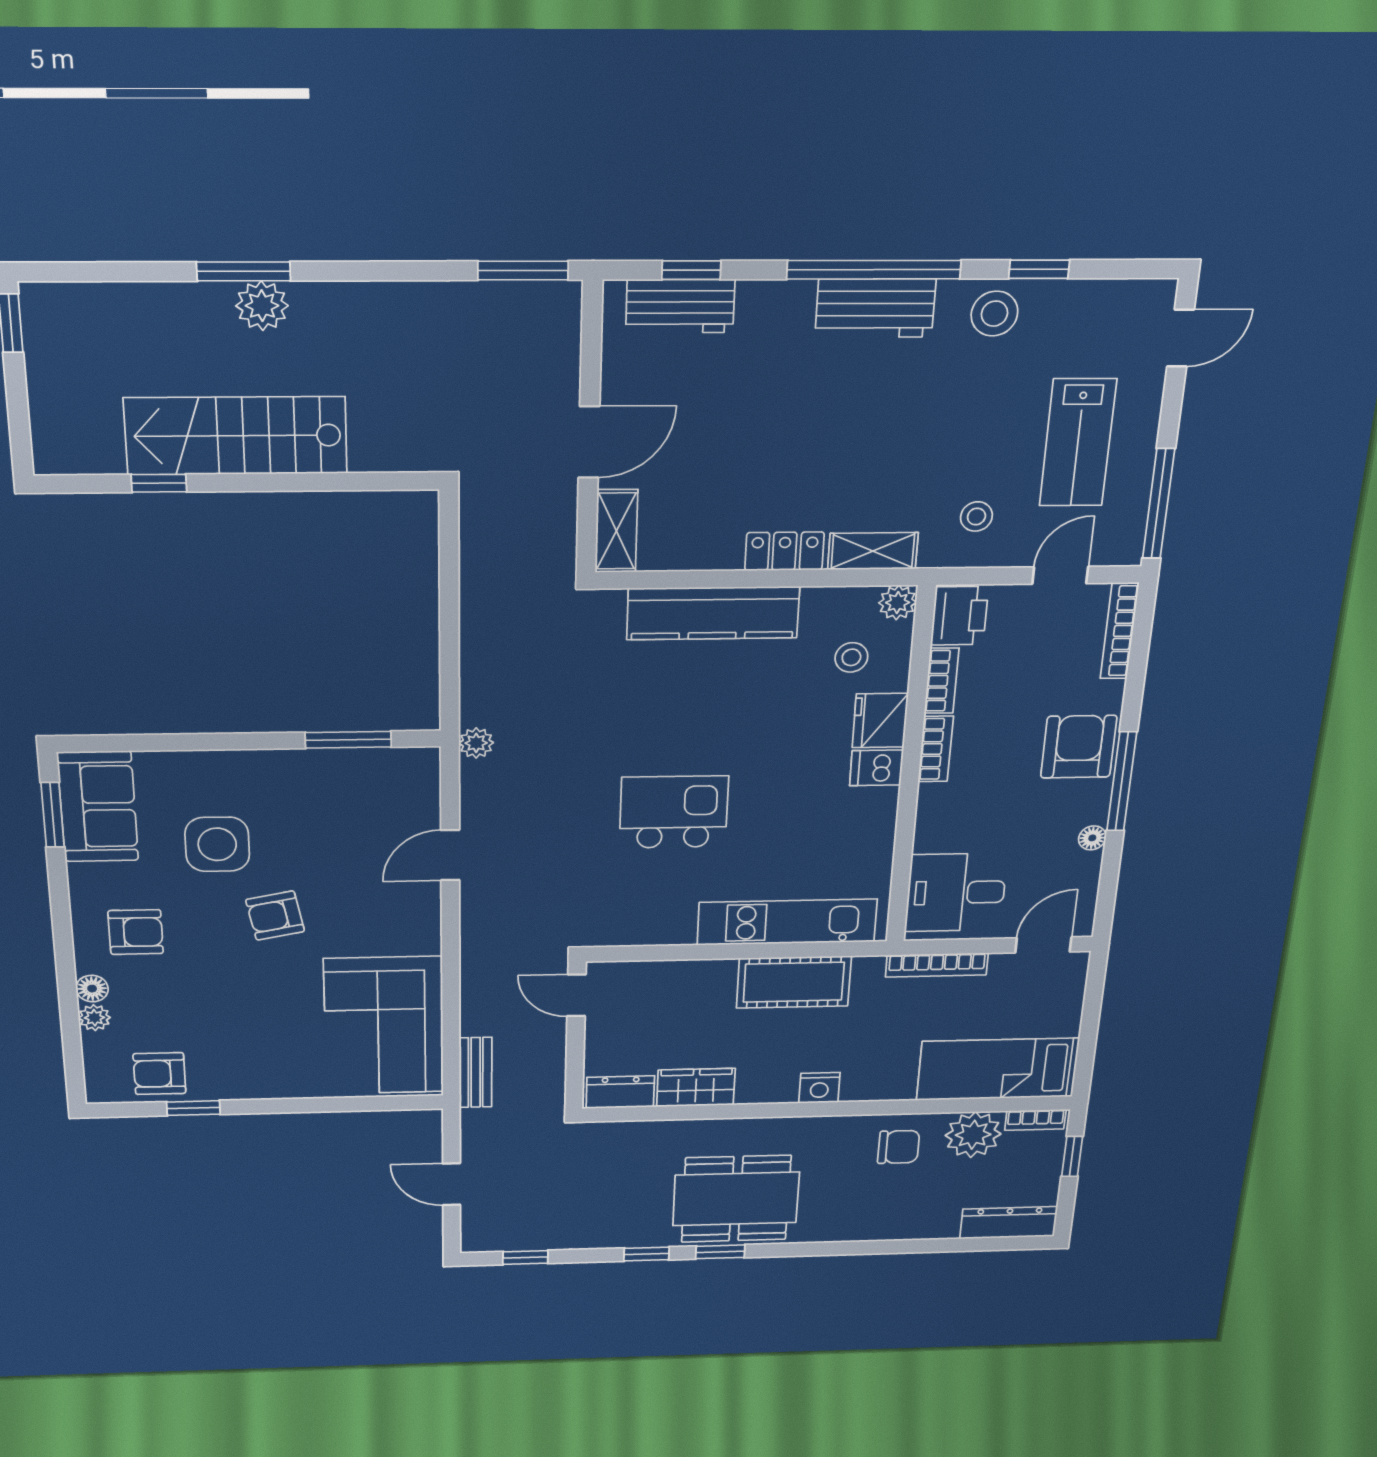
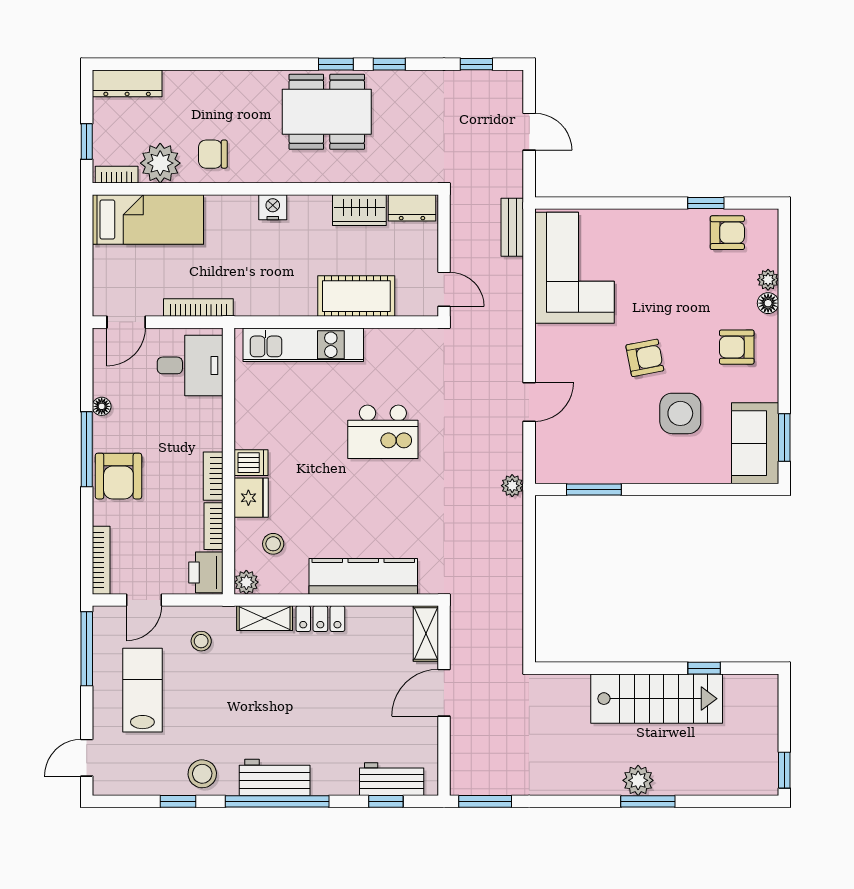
cot: (794, 982) -> (356, 296), moved

